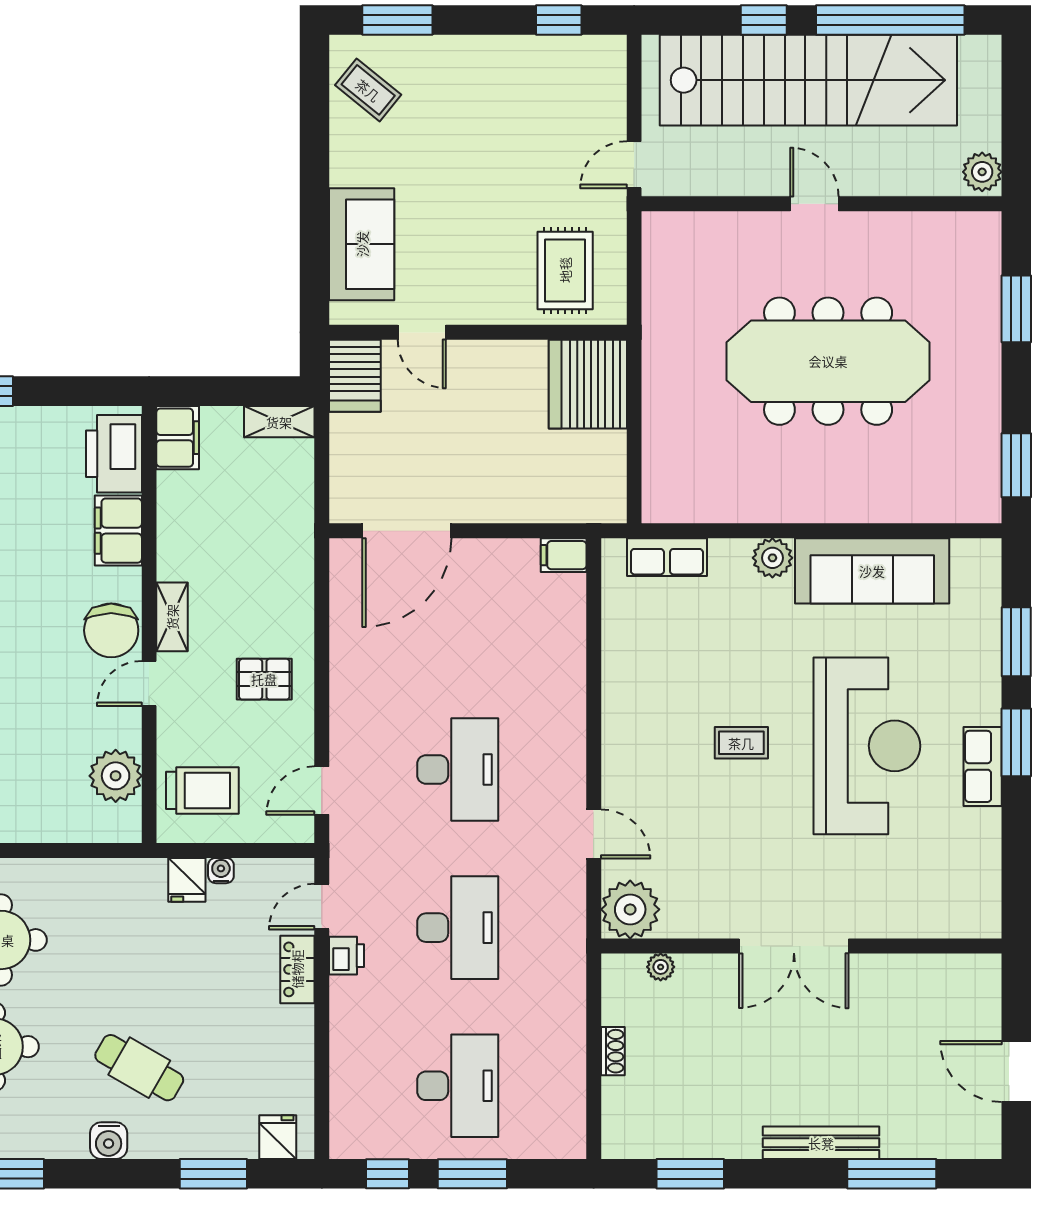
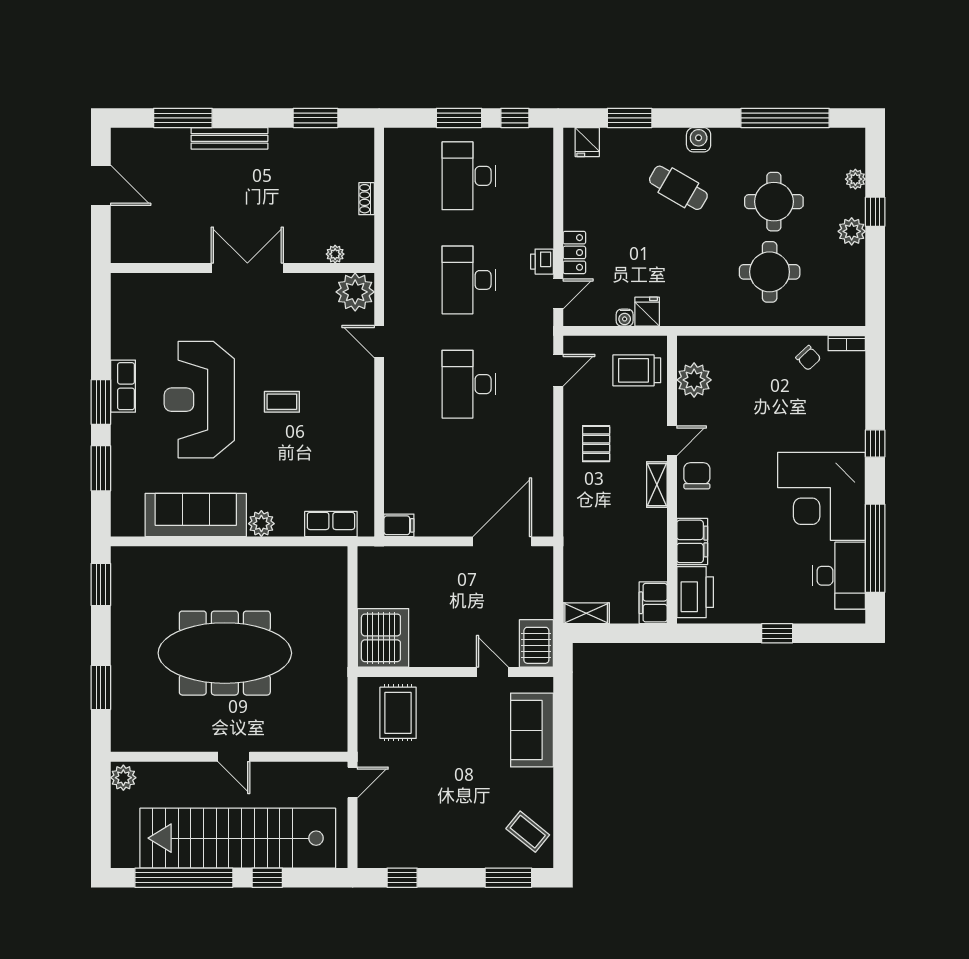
chair: (111, 630) -> (697, 476), width x0.73, depth x0.73
pallet: (264, 679) -> (596, 444), turned 90

